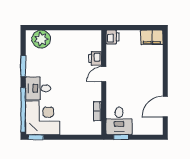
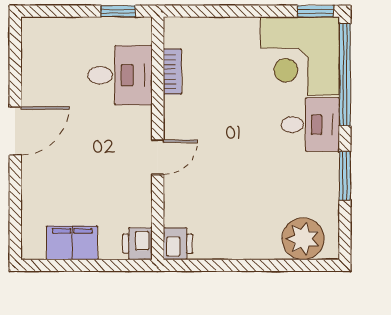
filing cabinet: (152, 37) -> (72, 243), moved
printer: (95, 58) -> (178, 244), moved
door: (165, 107) -> (15, 131), moved
desk: (119, 121) -> (120, 75), moved, turned 90

